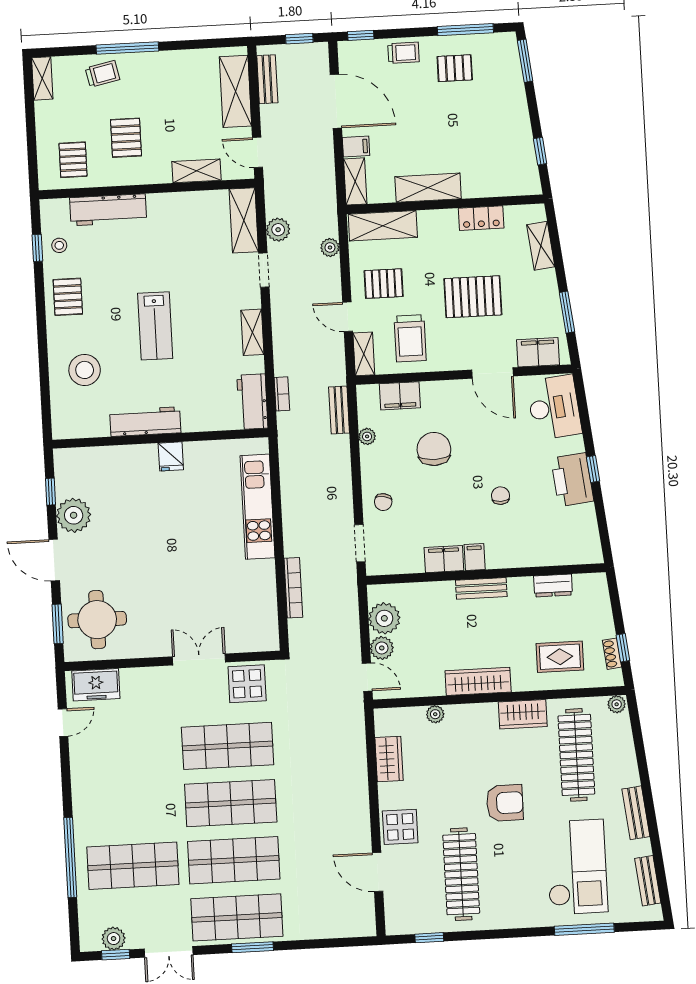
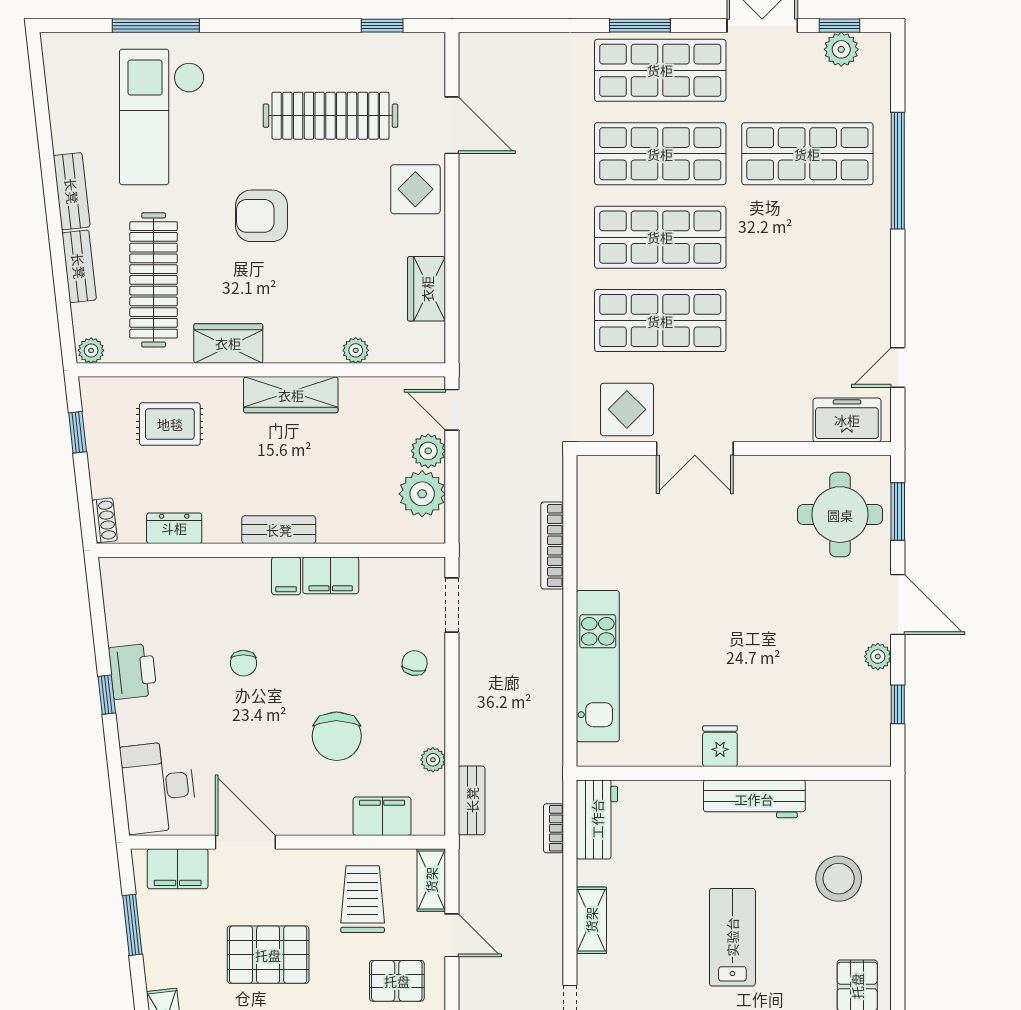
printer: (572, 480) -> (133, 671), width x0.73, depth x0.84
plant: (74, 515) -> (878, 656), width x0.53, depth x0.53
shoe rack: (612, 654) -> (105, 520), moved
clothes rail: (461, 874) -> (330, 116), turned 90
bench: (648, 881) -> (79, 266), moved

